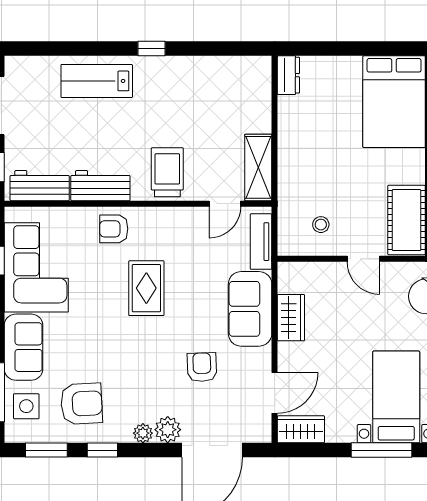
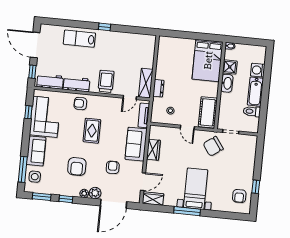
dresser: (288, 75) -> (158, 88), moved
armchair: (82, 404) -> (77, 167), moved, turned 93

